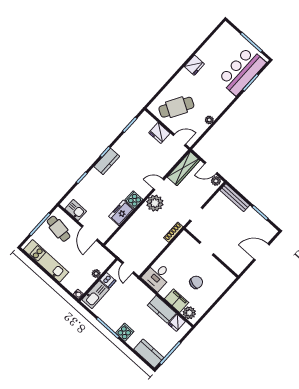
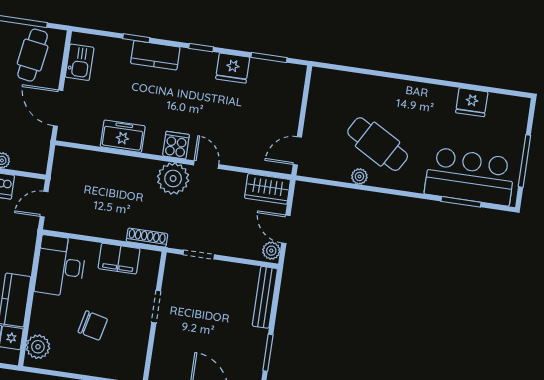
fridge: (194, 65) -> (472, 102), moved
cafe table: (176, 107) -> (378, 144), moved
fridge: (159, 133) -> (233, 68), moved, turned -90
door: (179, 140) -> (297, 151), swing flipped
kitchen counter: (107, 161) -> (155, 55), moved
wardrobe: (184, 169) -> (267, 189), width x0.67
cooker: (134, 200) -> (176, 145), moved
door: (90, 233) -> (58, 108), hinge flipped
desk: (157, 276) -> (61, 266), width x1.37
filing cabinet: (177, 301) -> (119, 259), moved, turned 90

